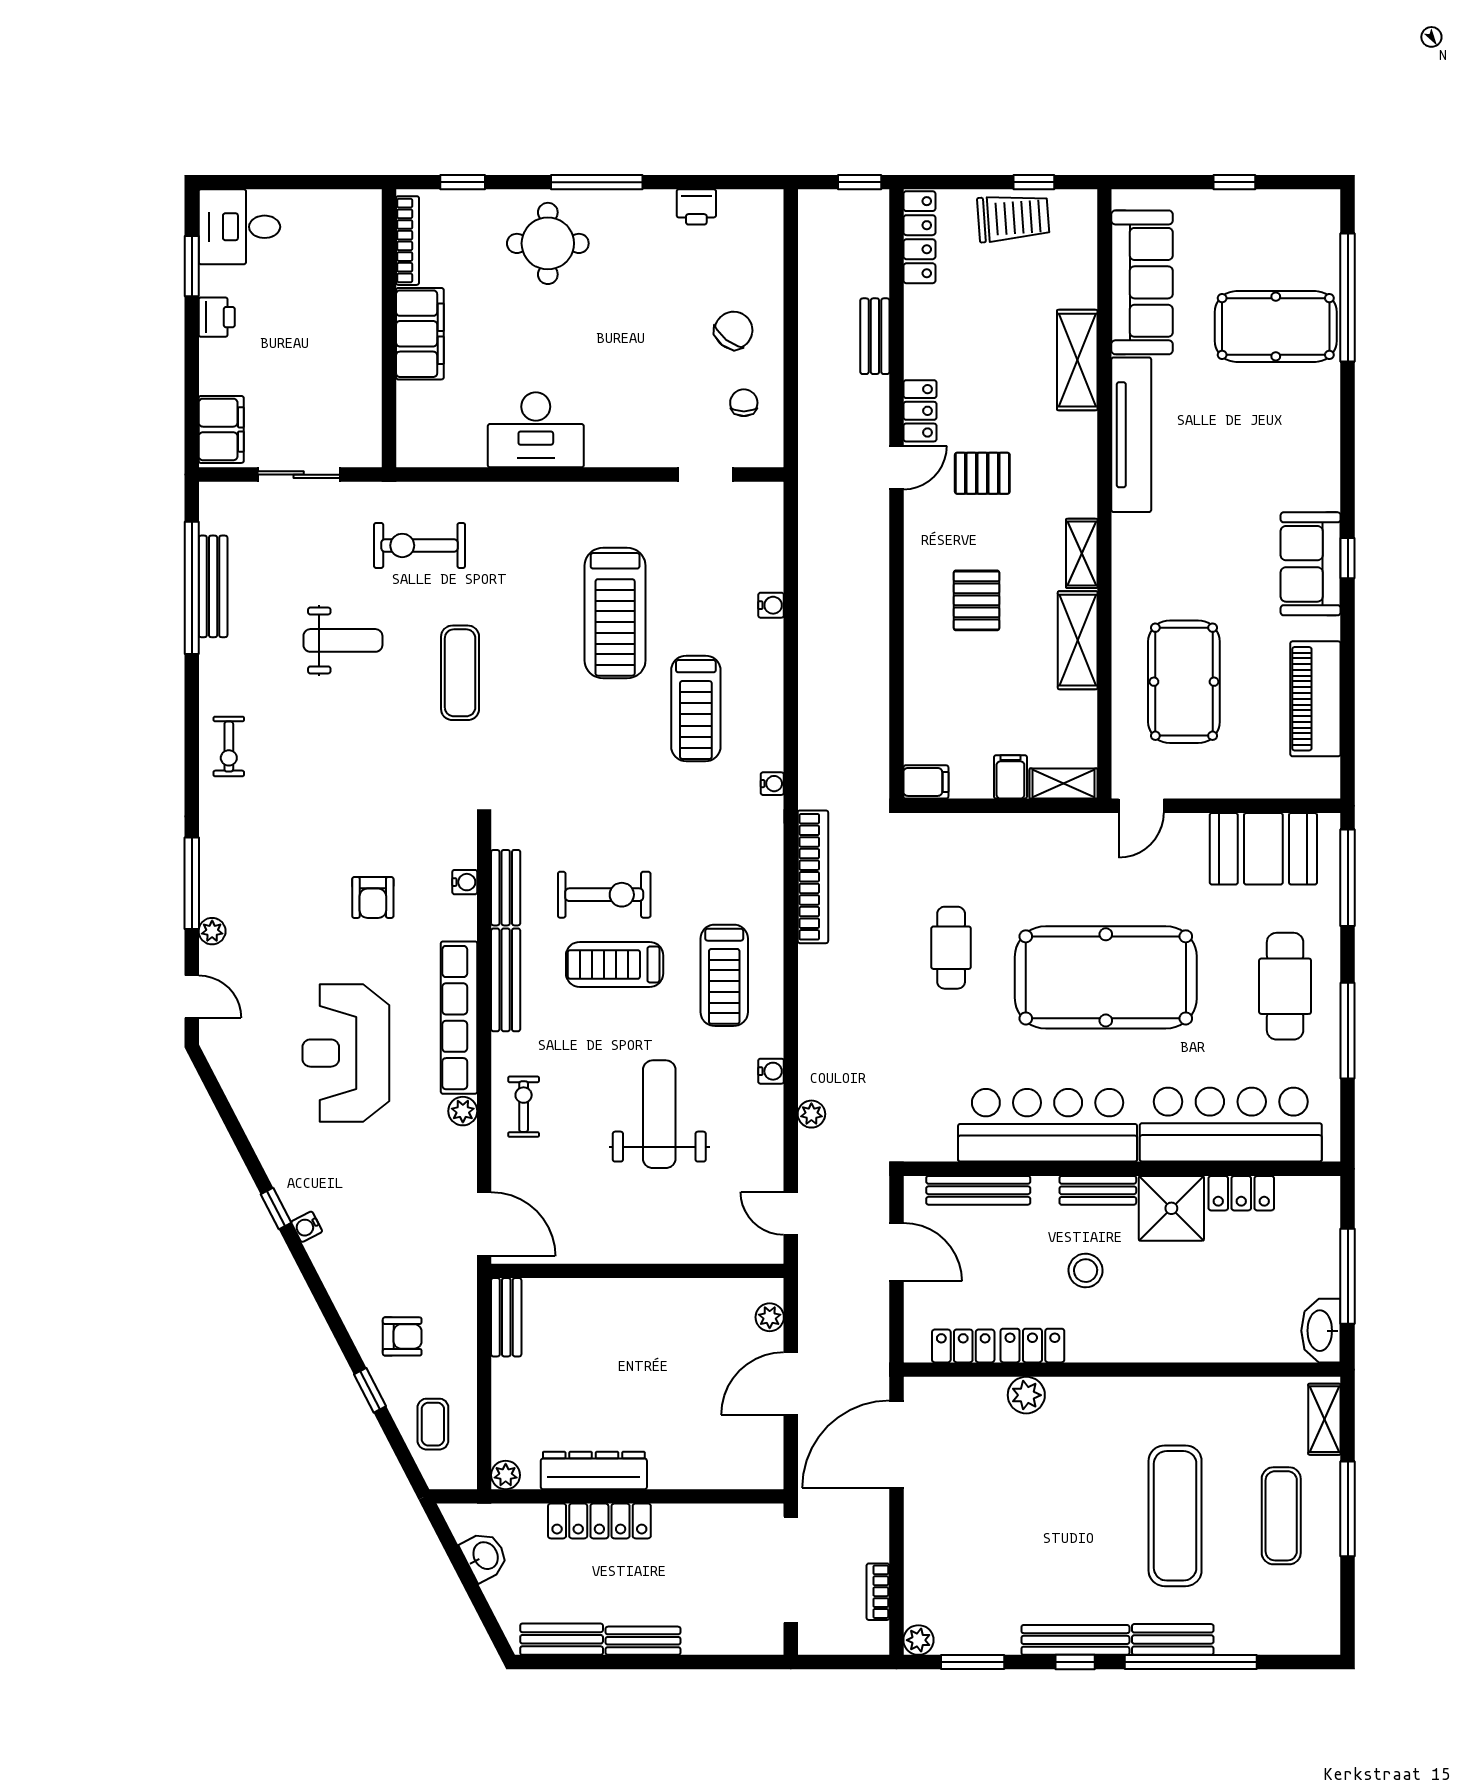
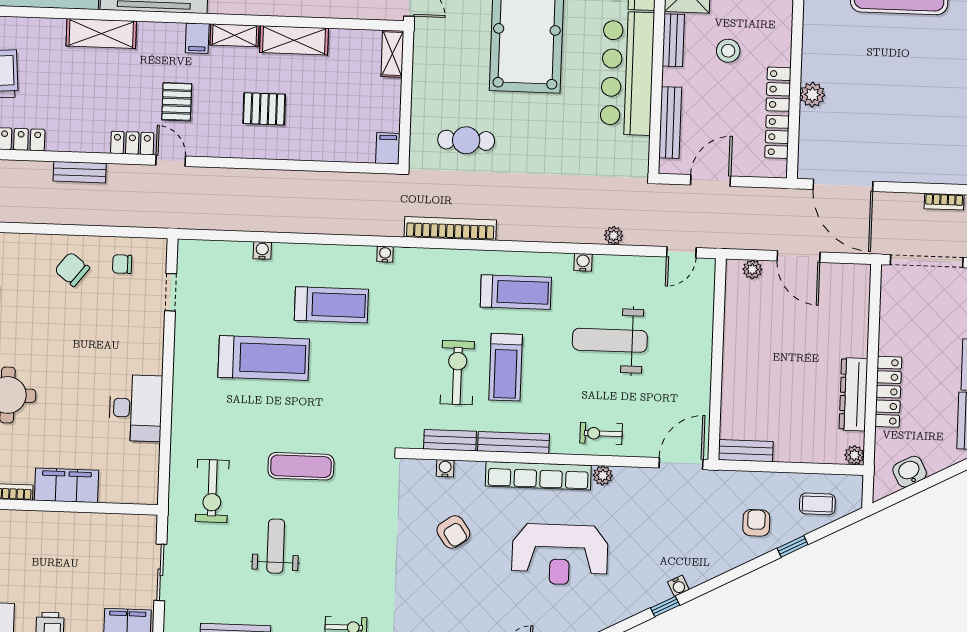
filing cabinet: (1010, 777) -> (197, 38), moved, turned -90
armchair: (373, 898) -> (453, 532), turned 55
cafe table: (951, 948) -> (466, 140), moved

